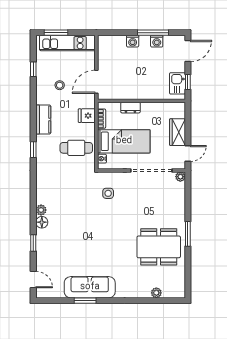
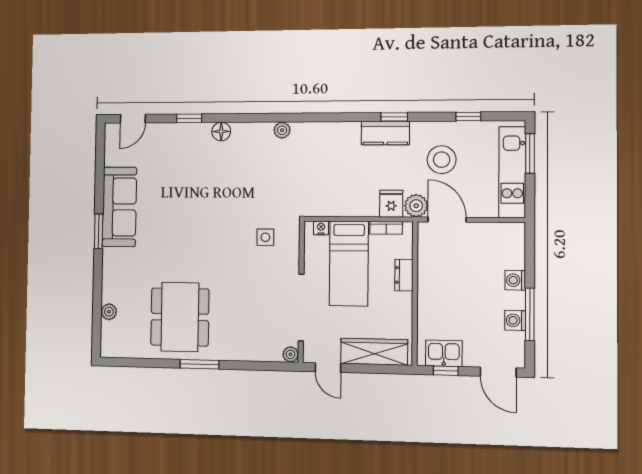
stool: (60, 85) -> (442, 160), width x1.89, depth x1.89
plant: (88, 100) -> (416, 206), added
wardrobe: (177, 132) -> (374, 352), width x1.50
cafe table: (76, 148) -> (339, 186), removed
window: (33, 150) -> (394, 117), moved
plant: (41, 210) -> (282, 130), moved
window: (85, 301) -> (99, 231), moved

